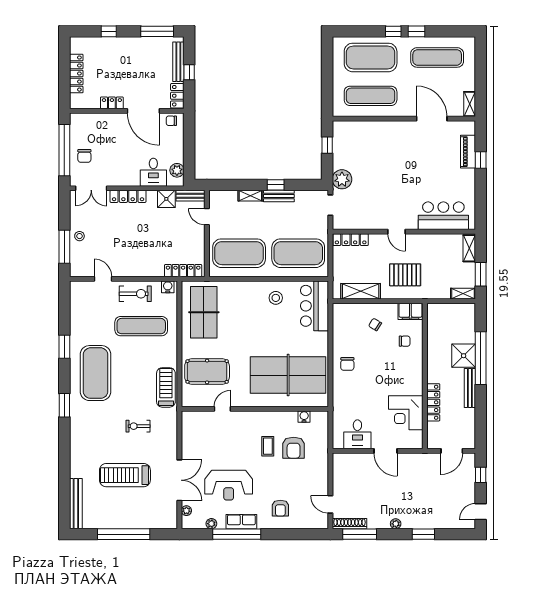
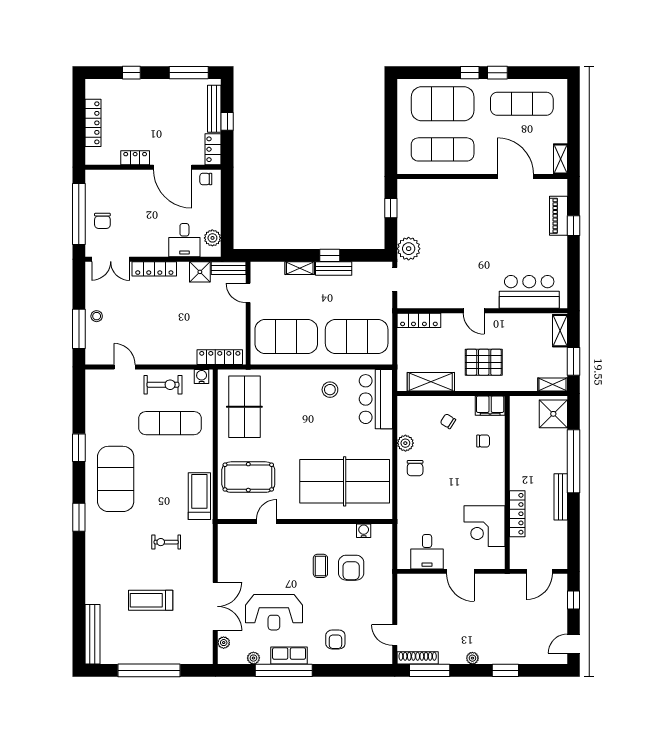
plant: (339, 343) -> (405, 443), added
shower: (464, 356) -> (553, 414), moved
treadmill: (125, 475) -> (151, 600), width x0.73, depth x0.73

